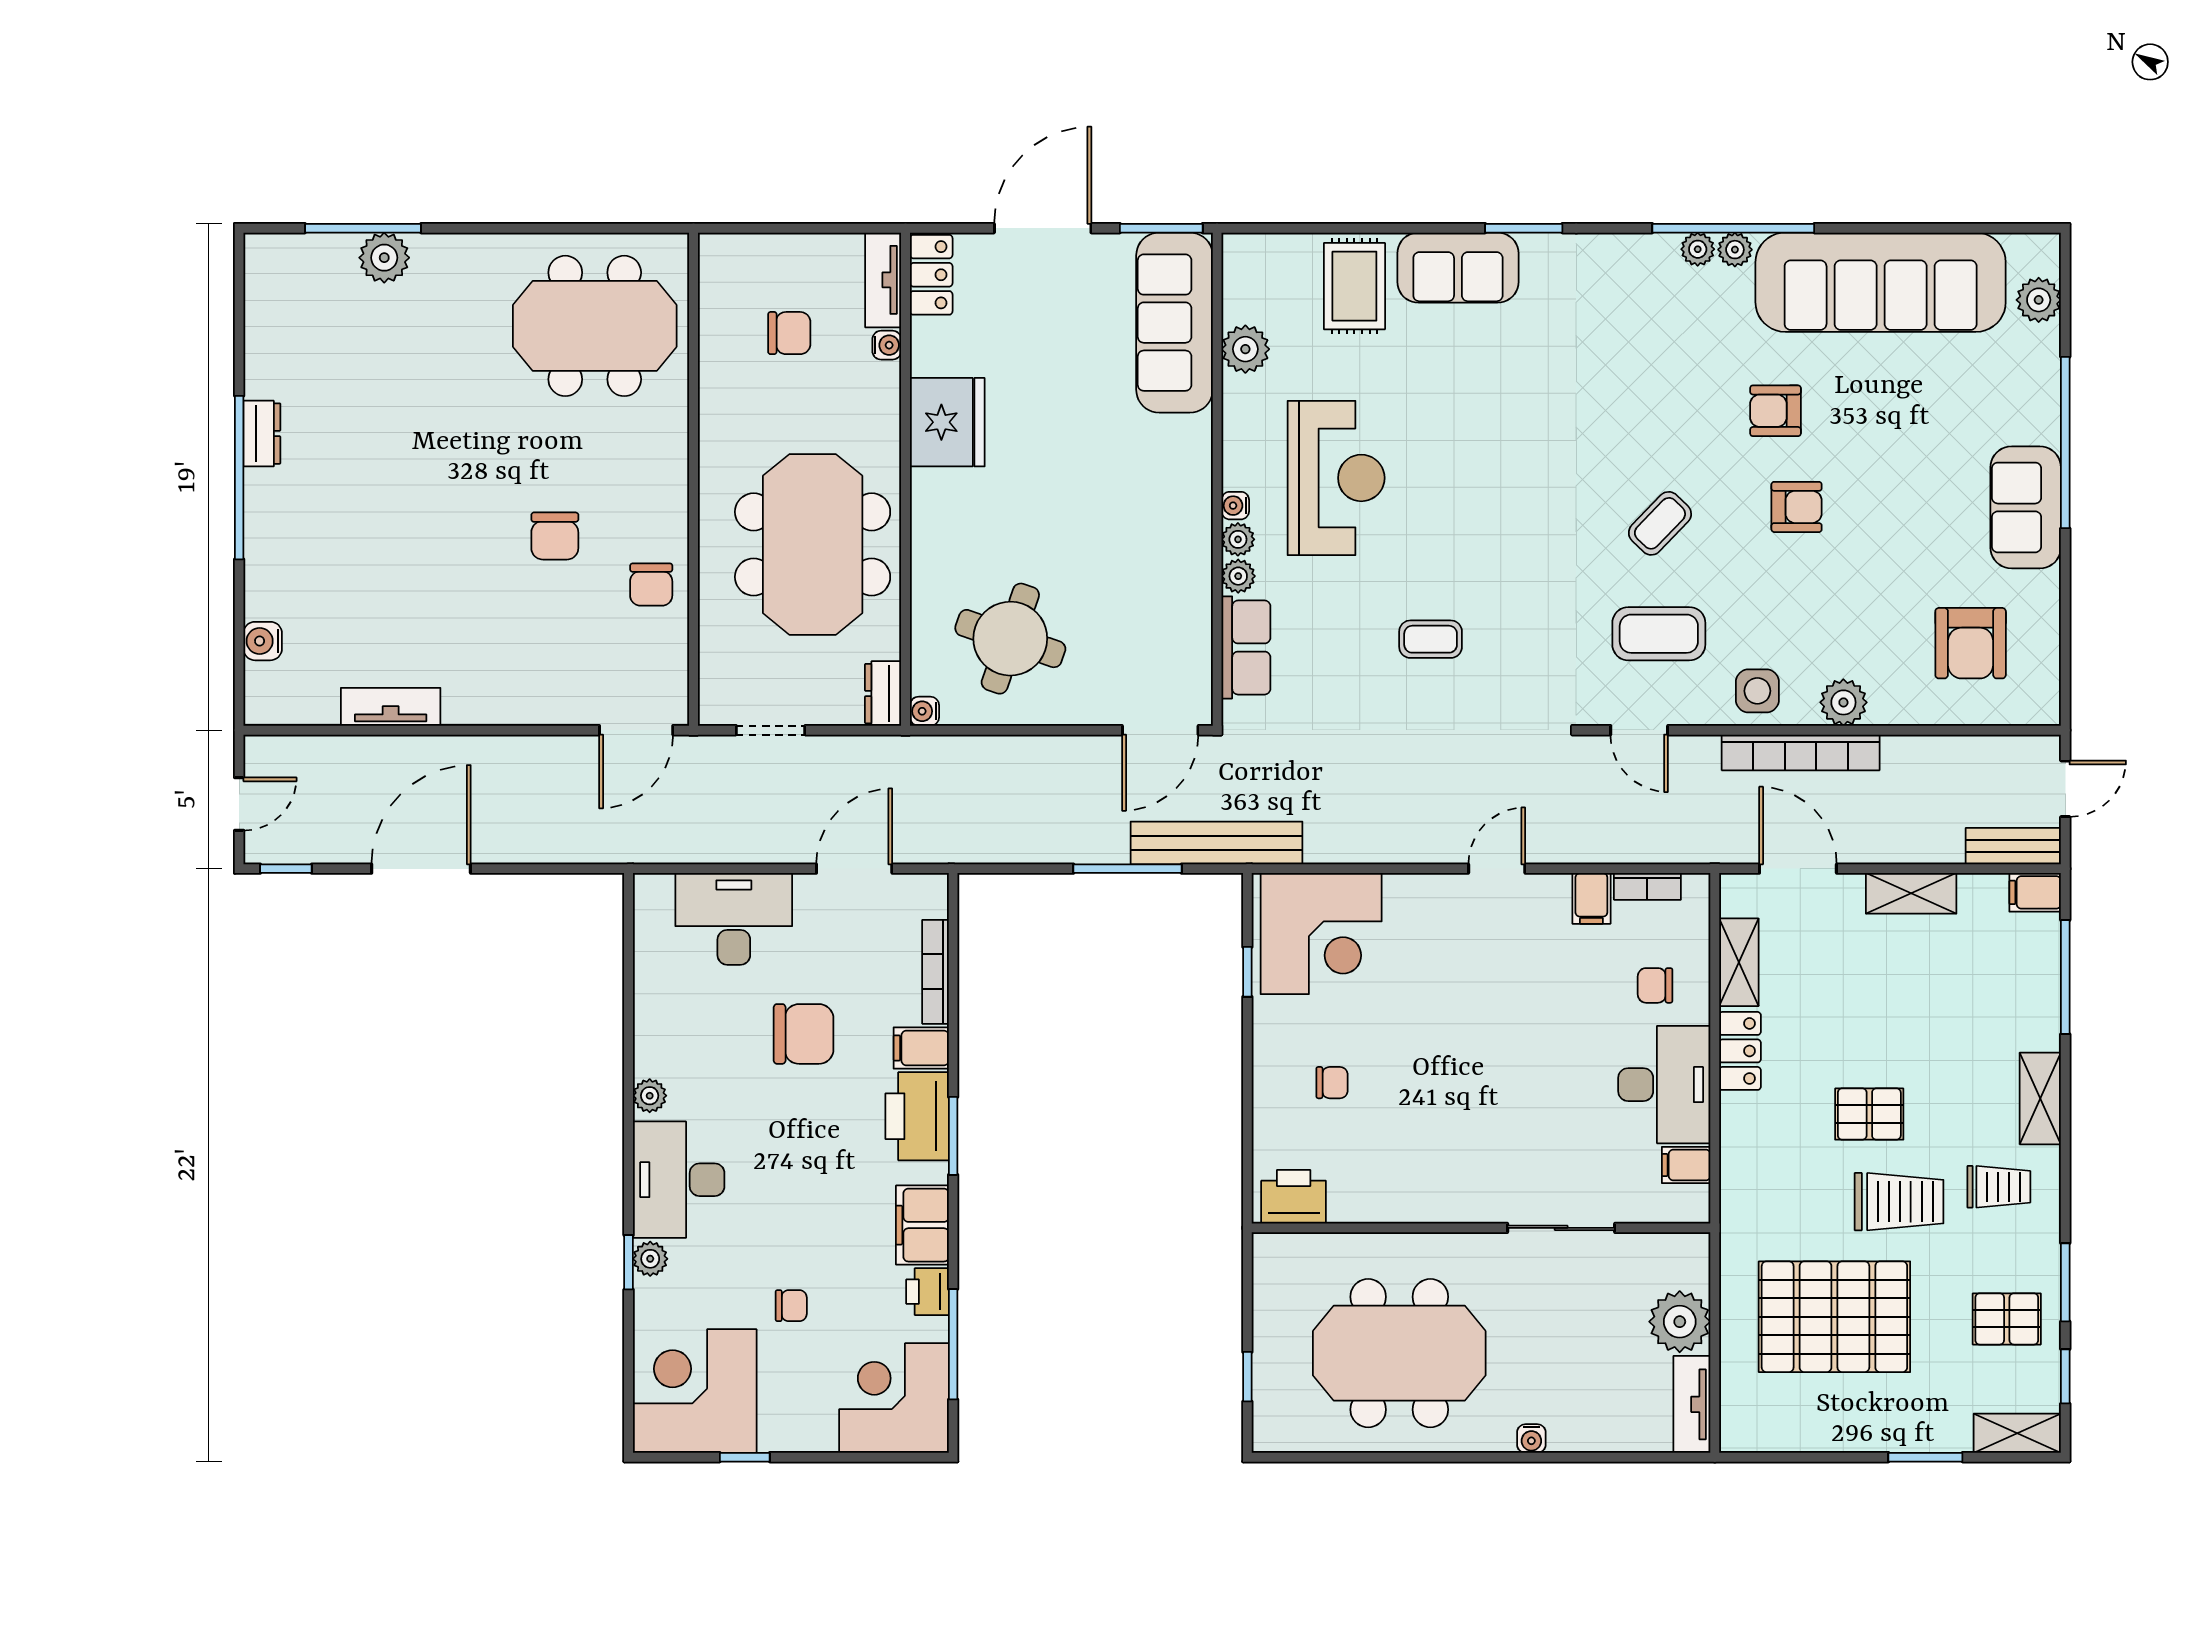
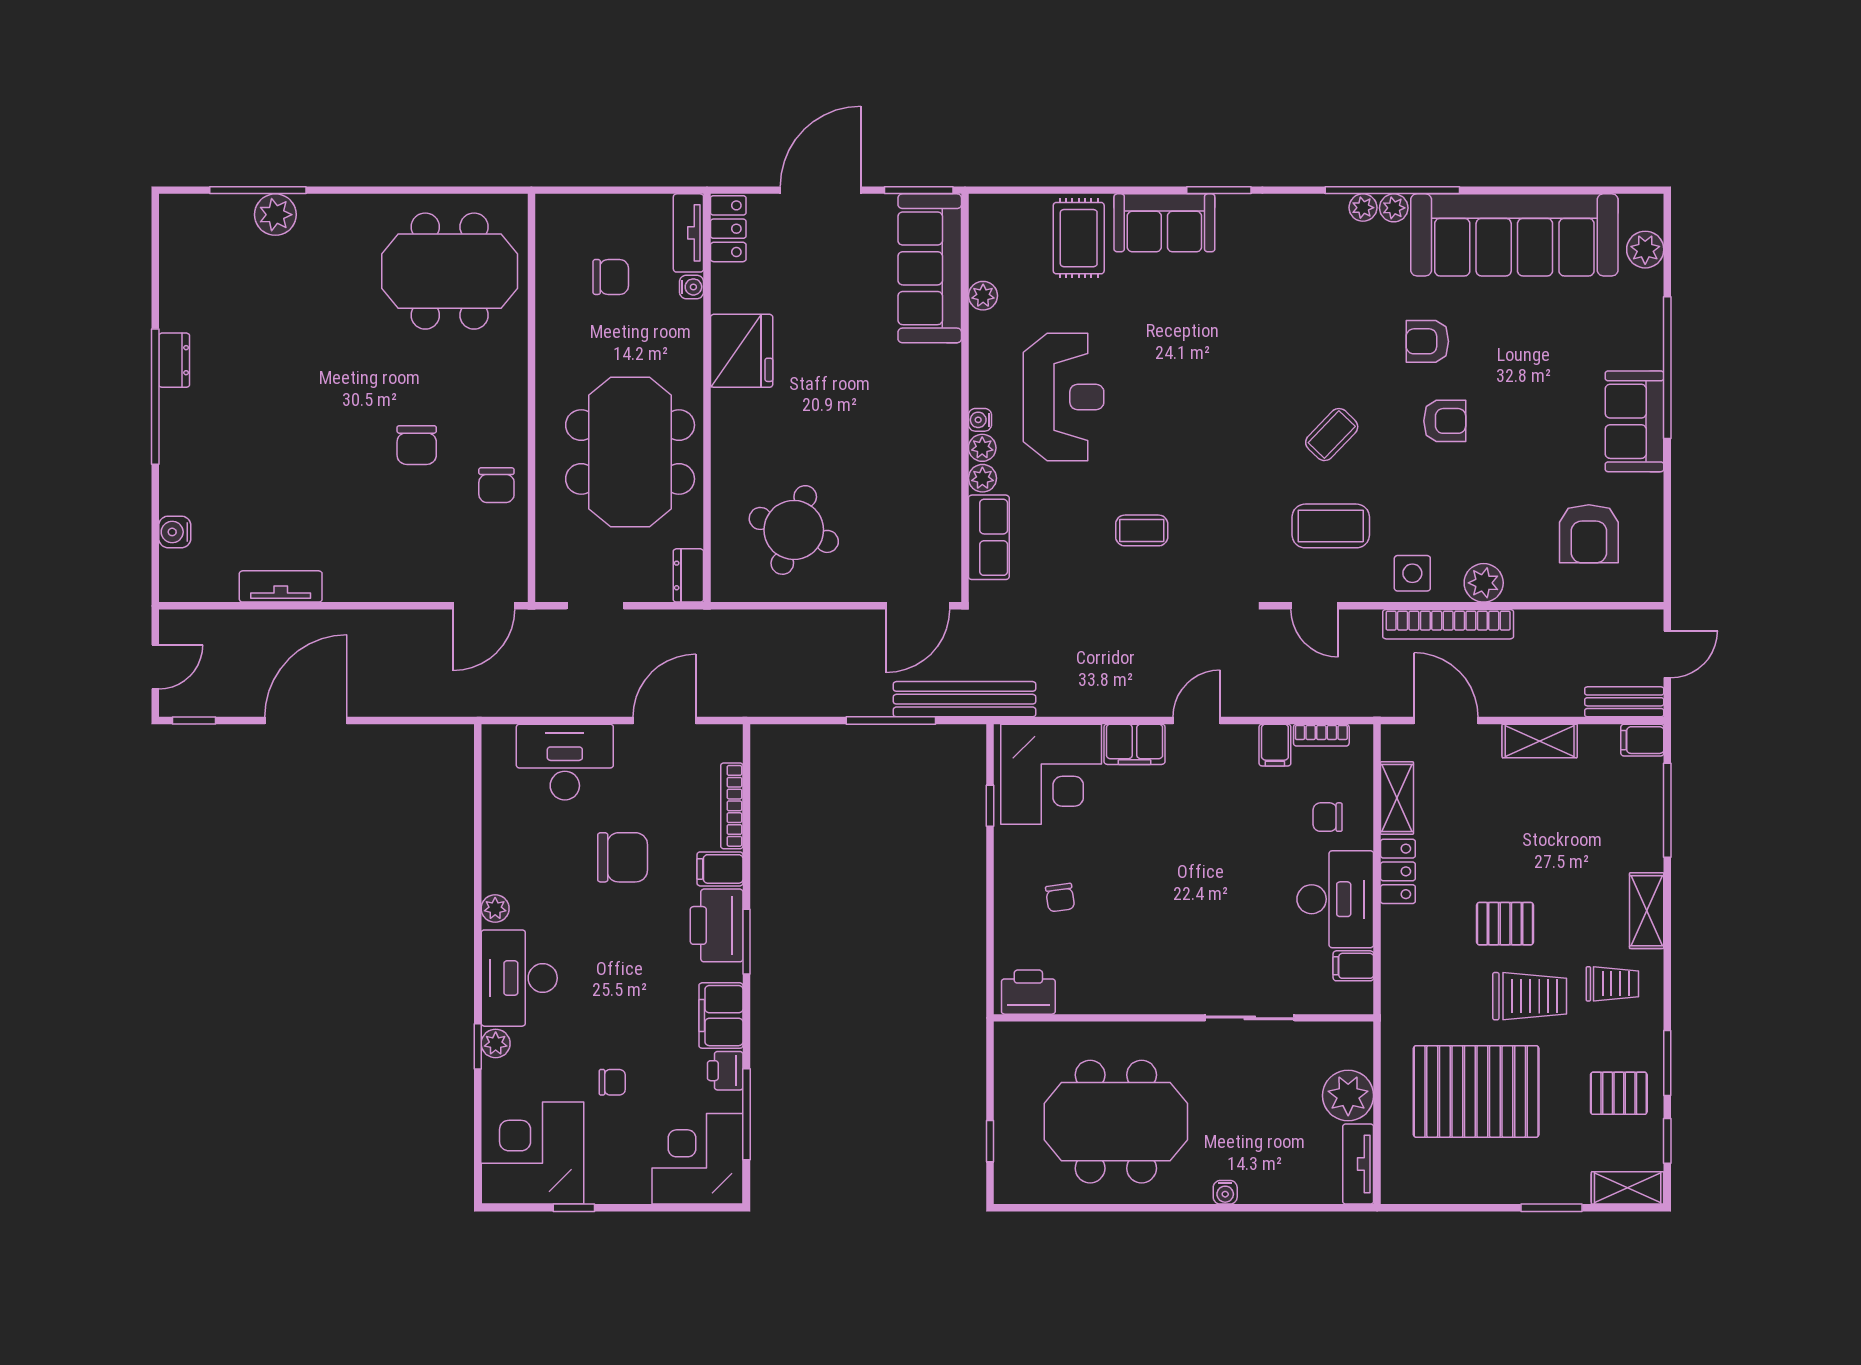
plant: (1245, 349) -> (983, 296), width x0.73, depth x0.73
water cooler: (924, 711) -> (723, 590), removed
filing cabinet: (1422, 897) -> (1135, 744), added
chair: (1332, 1083) -> (1060, 898), turned 82

